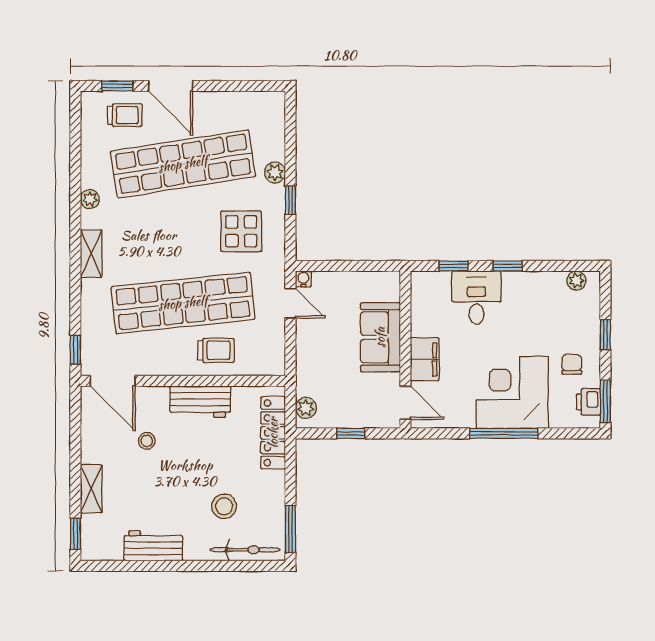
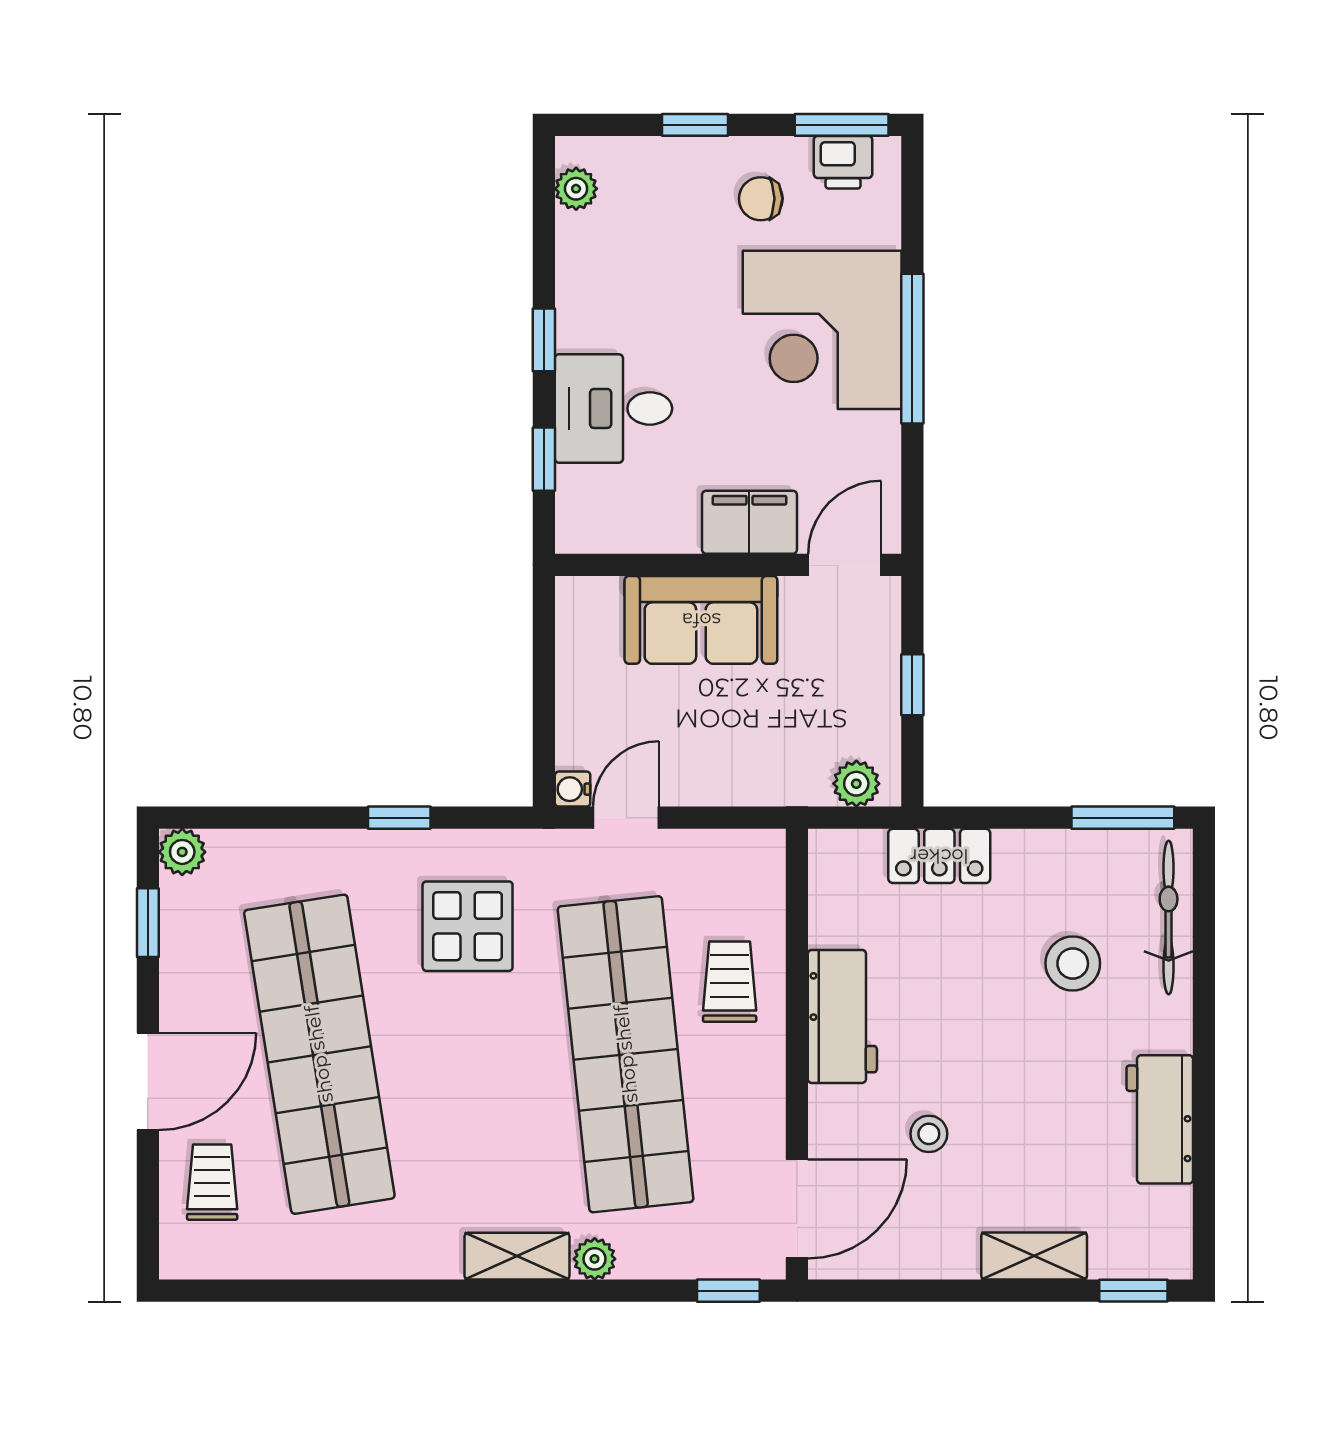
window: (117, 86) -> (148, 923), moved
plant: (275, 173) -> (182, 852), moved
plant: (90, 199) -> (595, 1259), moved
locker: (273, 433) -> (939, 856), width x0.66

